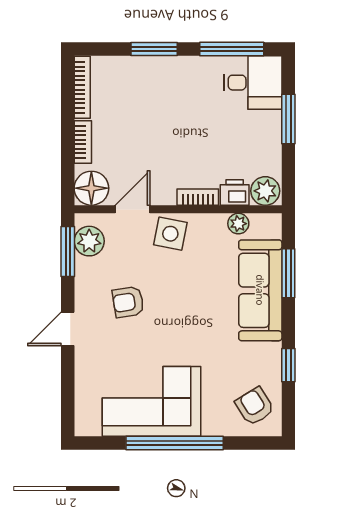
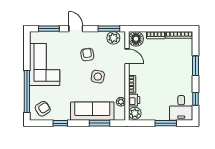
window: (232, 49) -> (196, 99), width x0.46
side table: (170, 234) -> (98, 77), moved
window: (68, 392) -> (49, 29), added
window: (175, 443) -> (27, 92), moved

